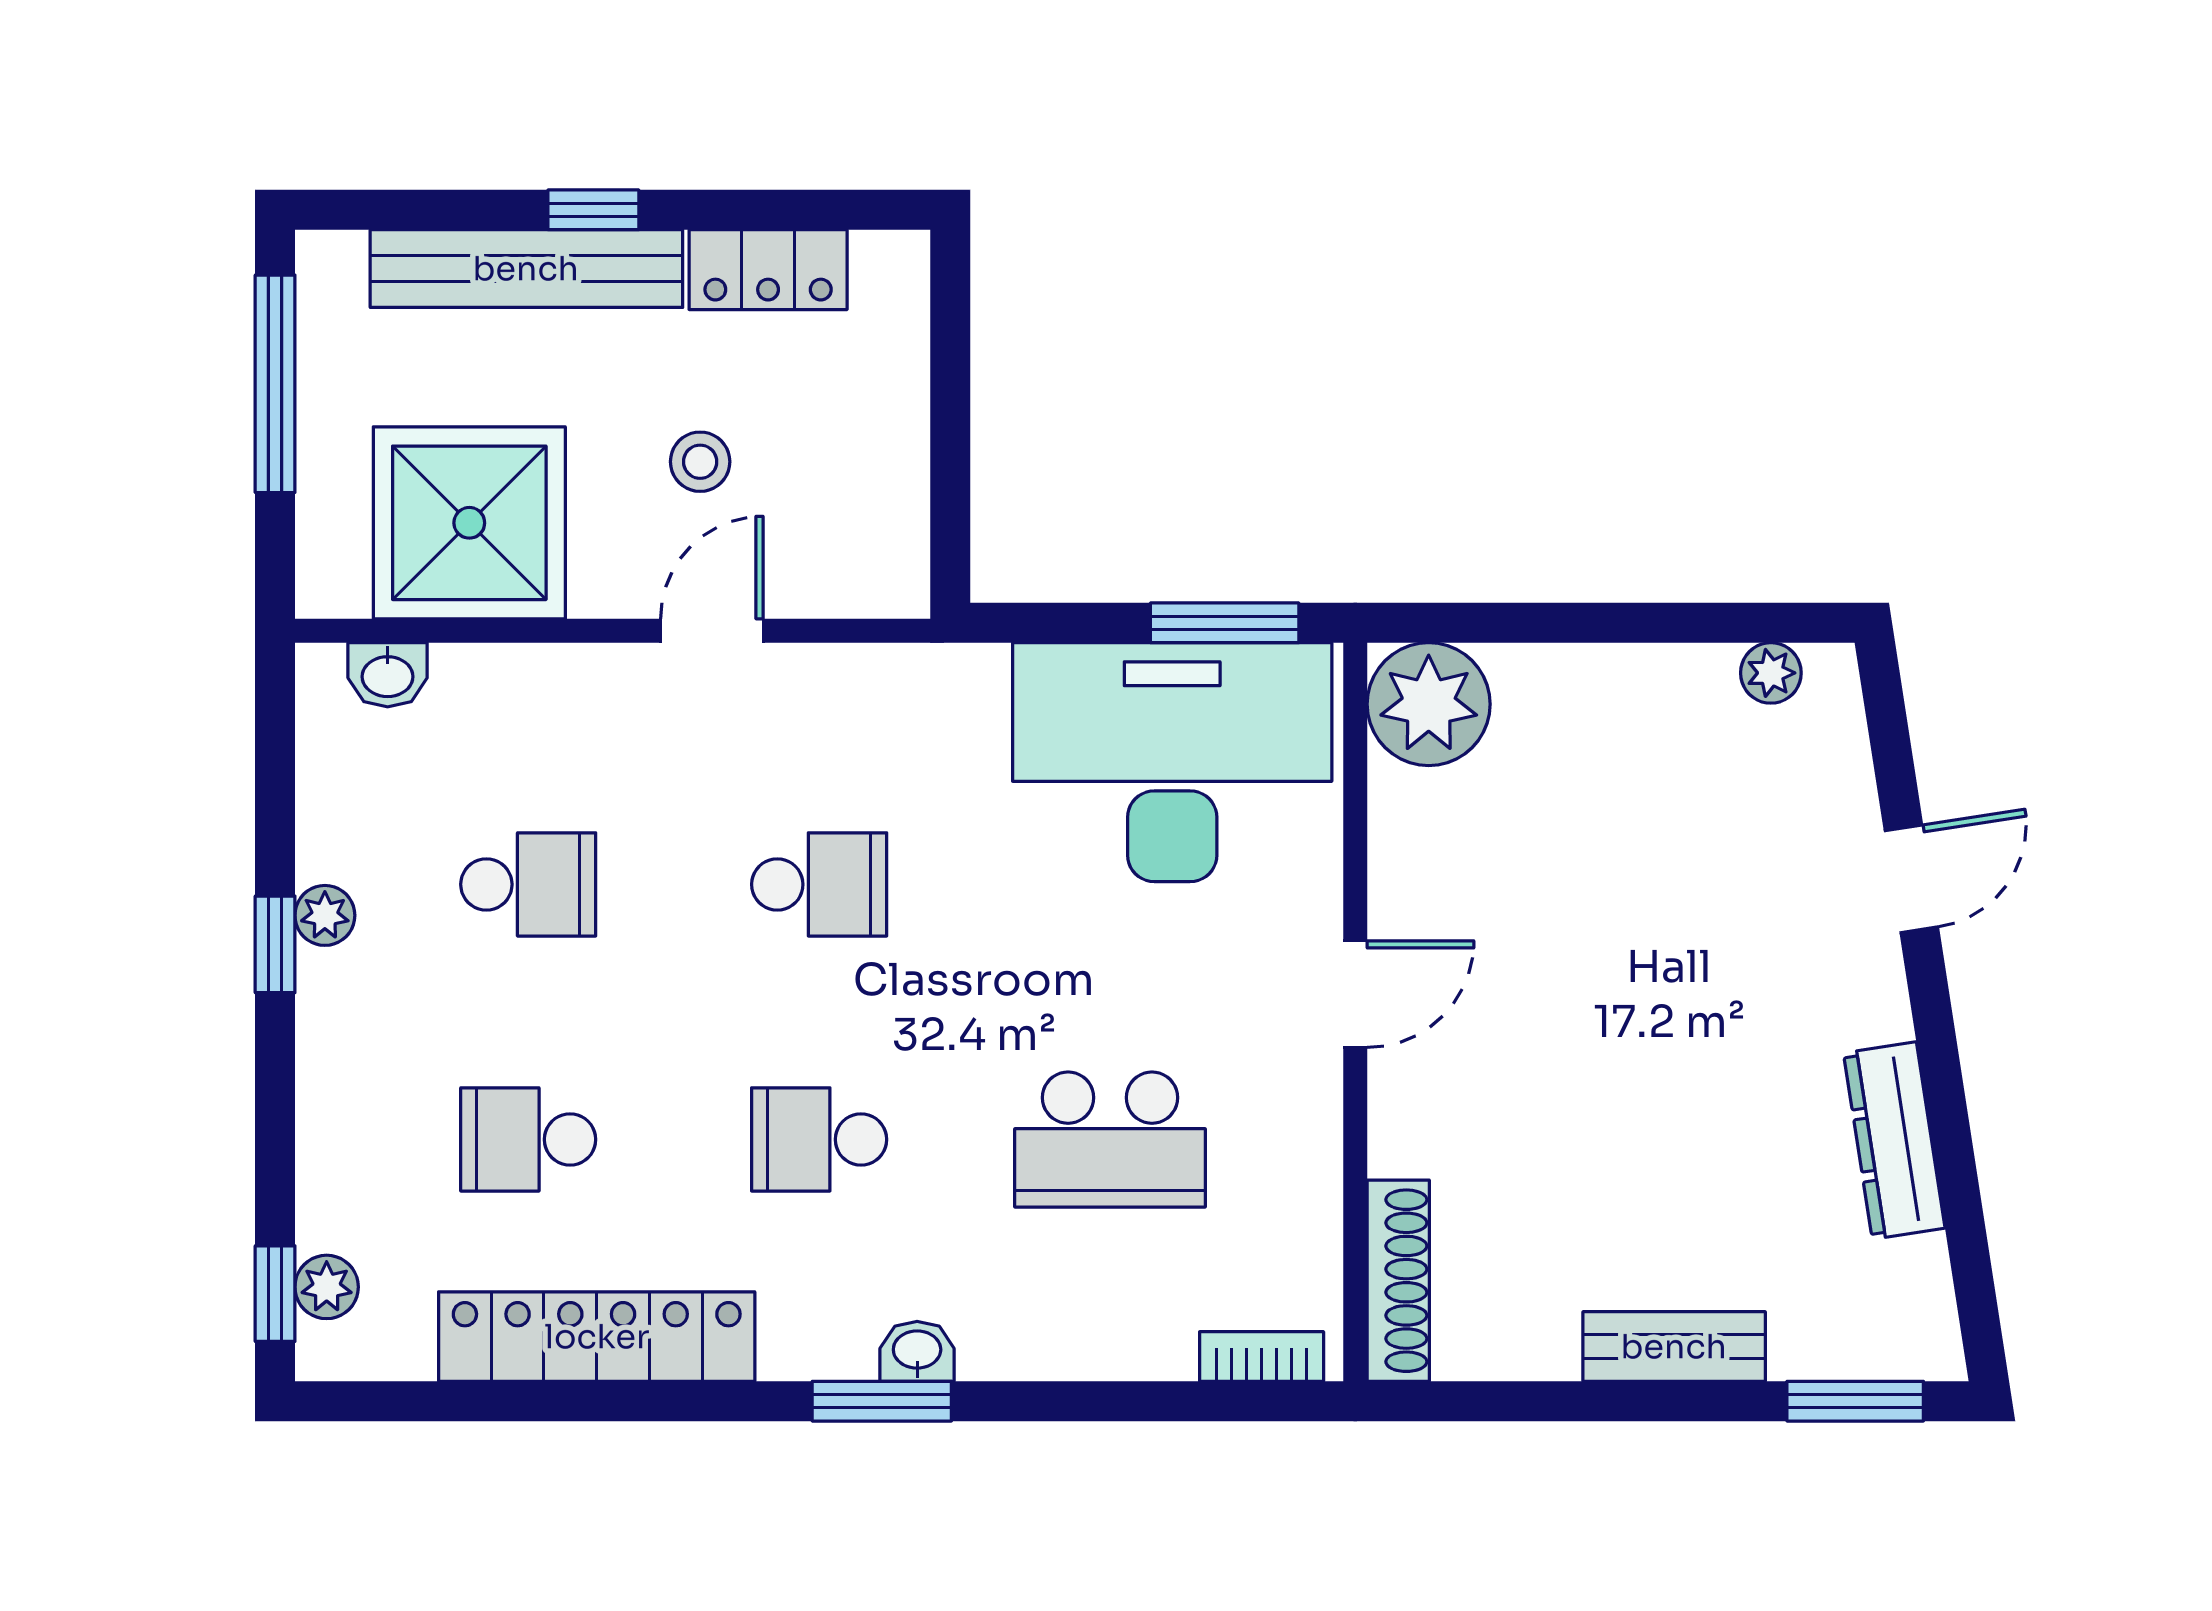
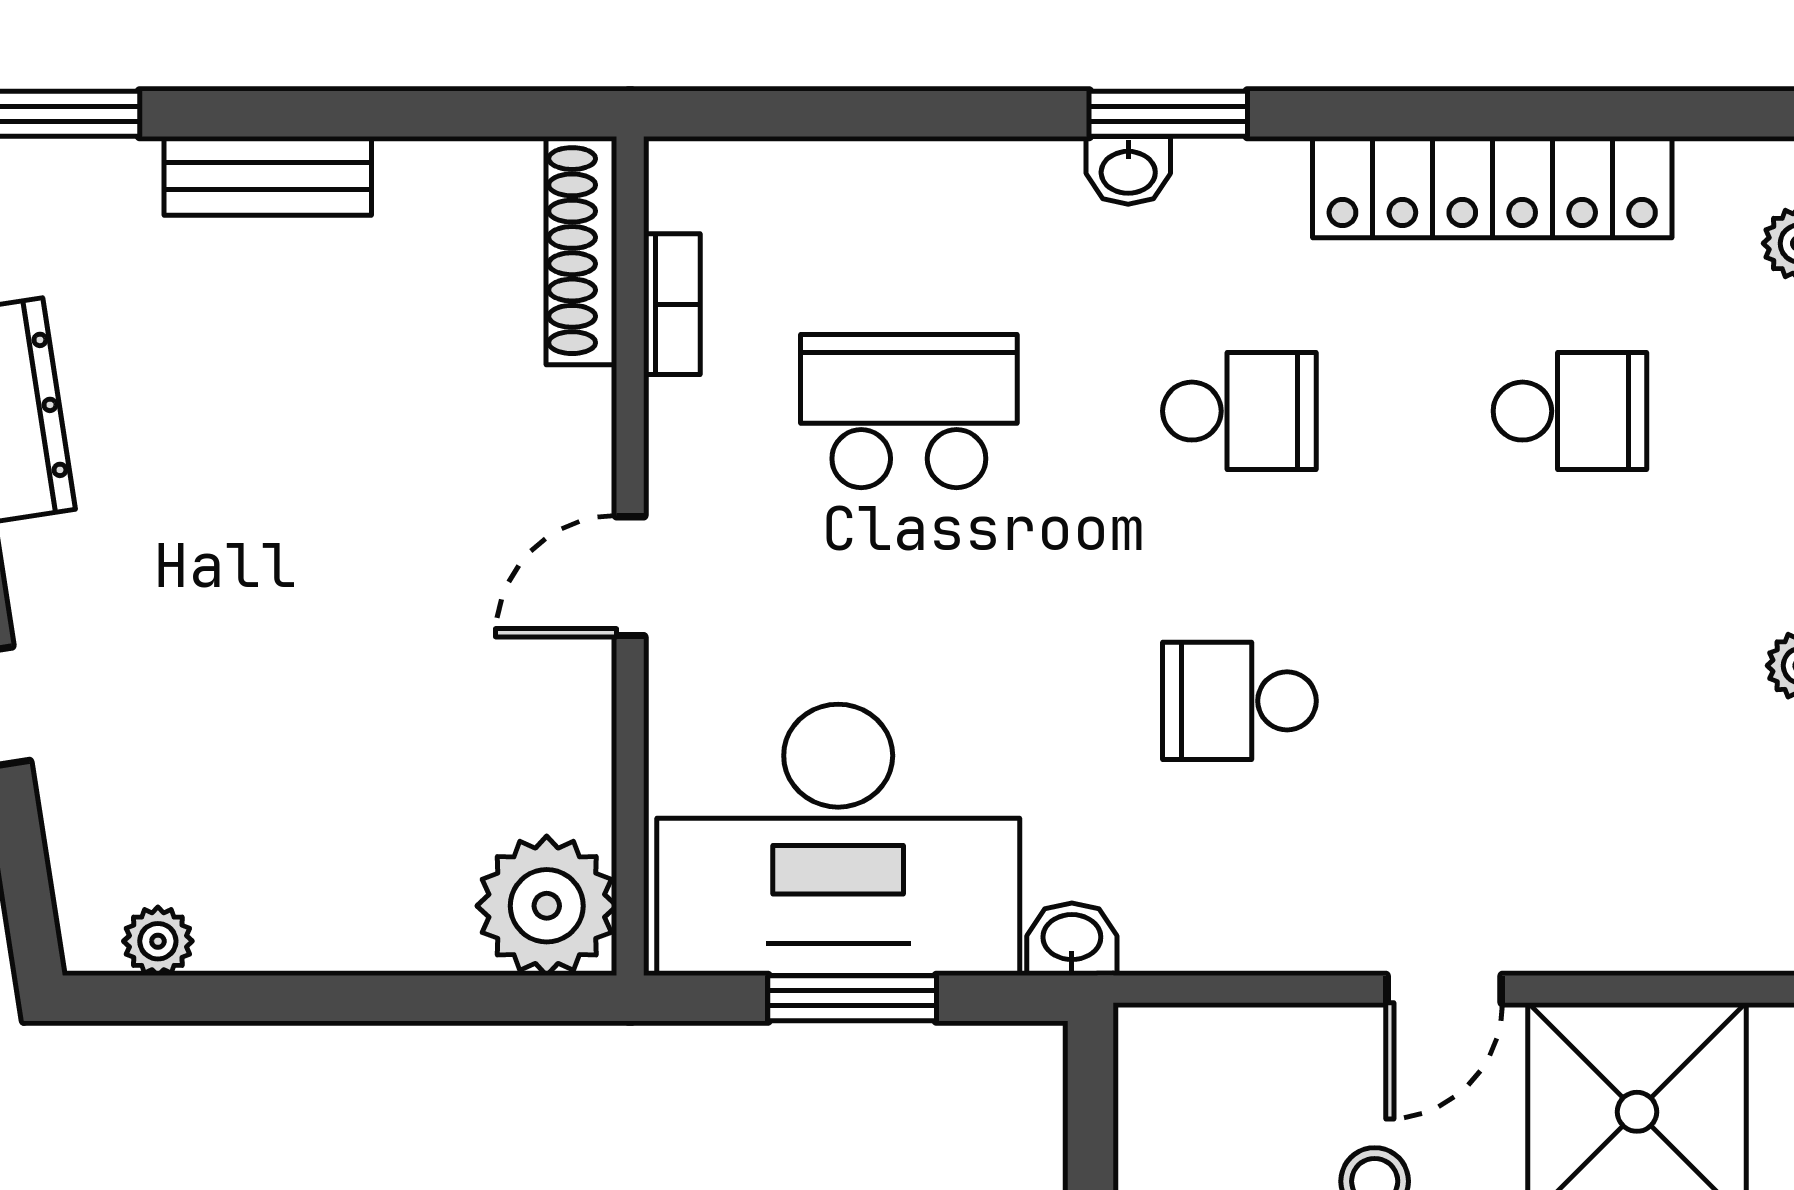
window: (1225, 623) -> (852, 998), moved
door: (712, 631) -> (1444, 989), moved
washbasin: (388, 675) -> (1072, 939), moved
school desk: (528, 884) -> (1570, 701), removed
bookcase: (1262, 1356) -> (672, 304), moved, turned -90

